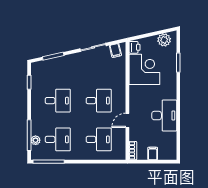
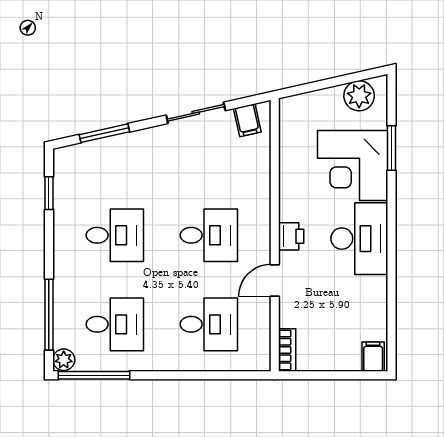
printer: (135, 47) -> (291, 236), moved
corner desk: (144, 69) -> (353, 165), moved, turned 180
desk: (164, 116) -> (359, 239), moved
plant: (36, 140) -> (64, 360), moved
filing cabinet: (153, 153) -> (373, 357), moved

